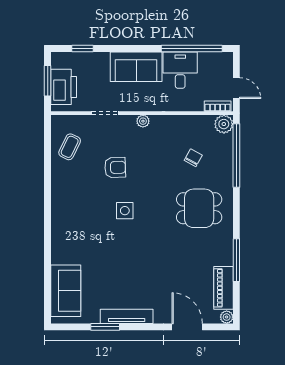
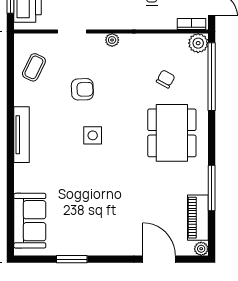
dining table: (199, 208) -> (172, 133), width x1.38
tv unit: (127, 316) -> (22, 135), moved, turned 90

